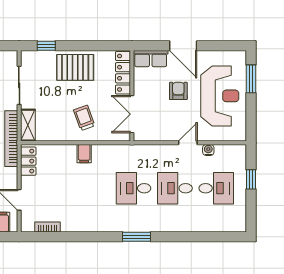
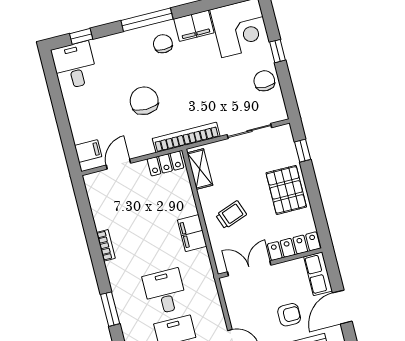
shelving: (28, 125) -> (200, 169), moved, turned 90
filing cabinet: (84, 154) -> (192, 233), width x2.00
bookcase: (48, 227) -> (106, 245), moved

